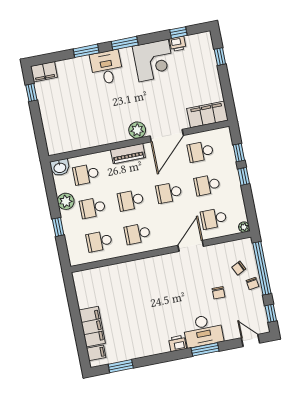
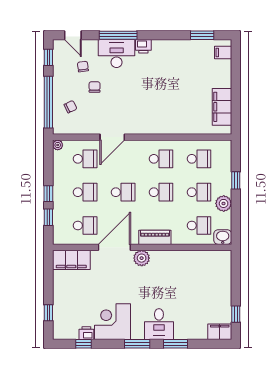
chair: (253, 283) -> (83, 67), moved
filing cabinet: (92, 327) -> (222, 107), moved
window: (205, 349) -> (118, 35), width x1.44

